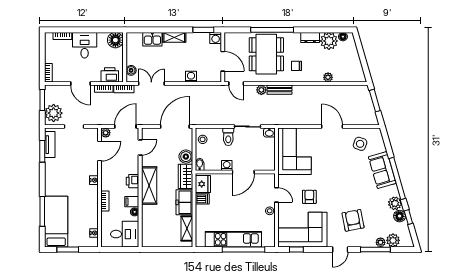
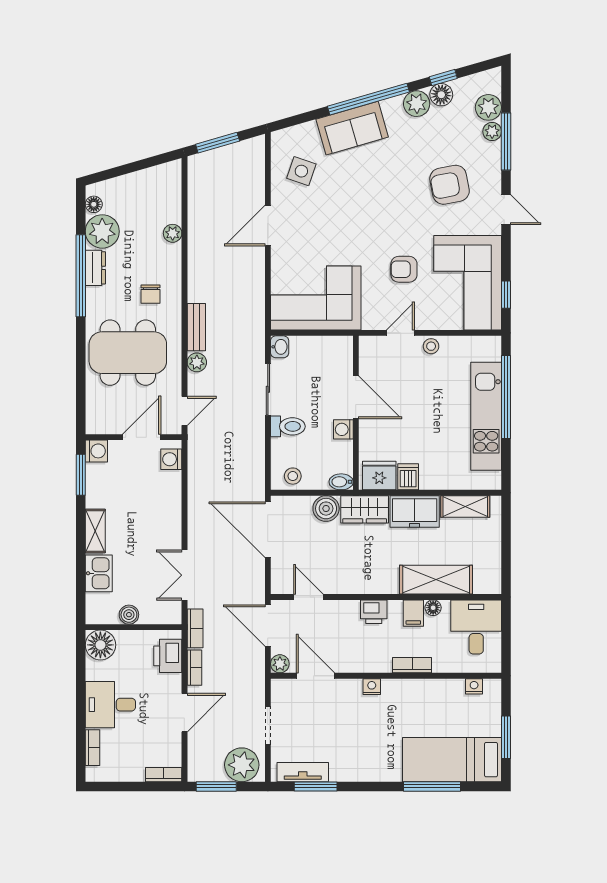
window: (272, 30) -> (81, 276), moved
boiler: (131, 70) -> (129, 615), moved
washing machine: (191, 77) -> (171, 459), moved
shelving: (149, 186) -> (436, 580), moved

